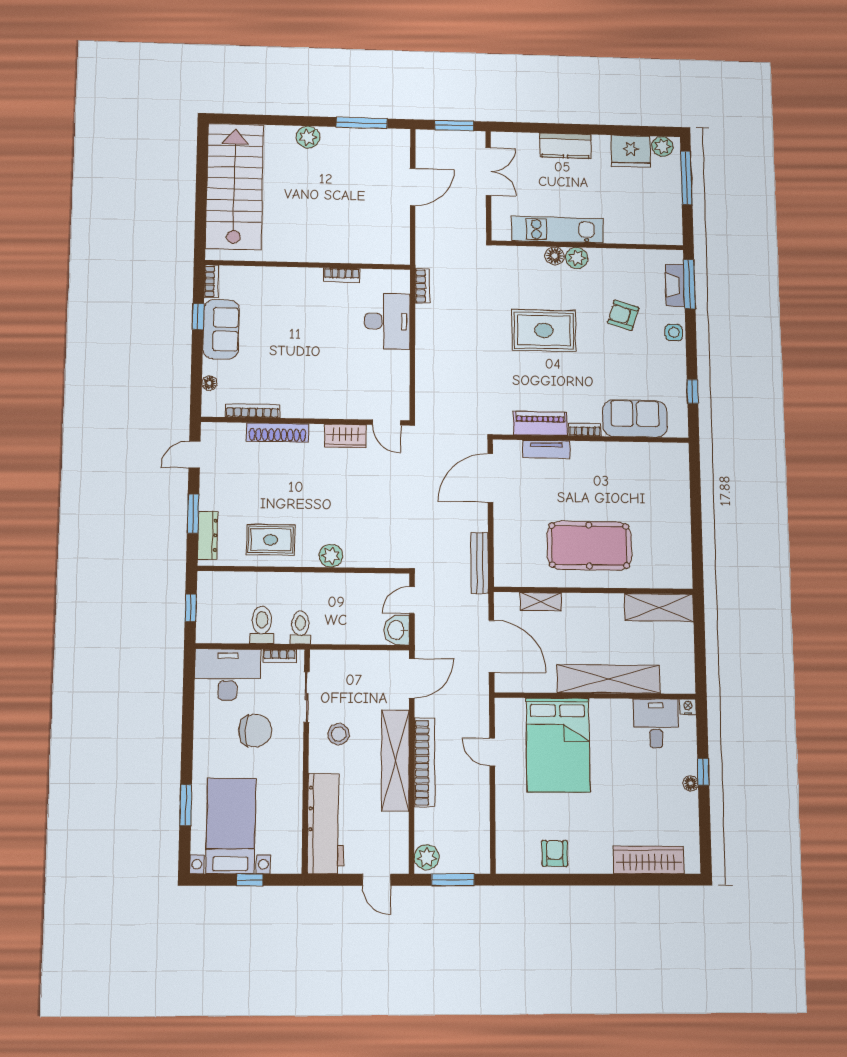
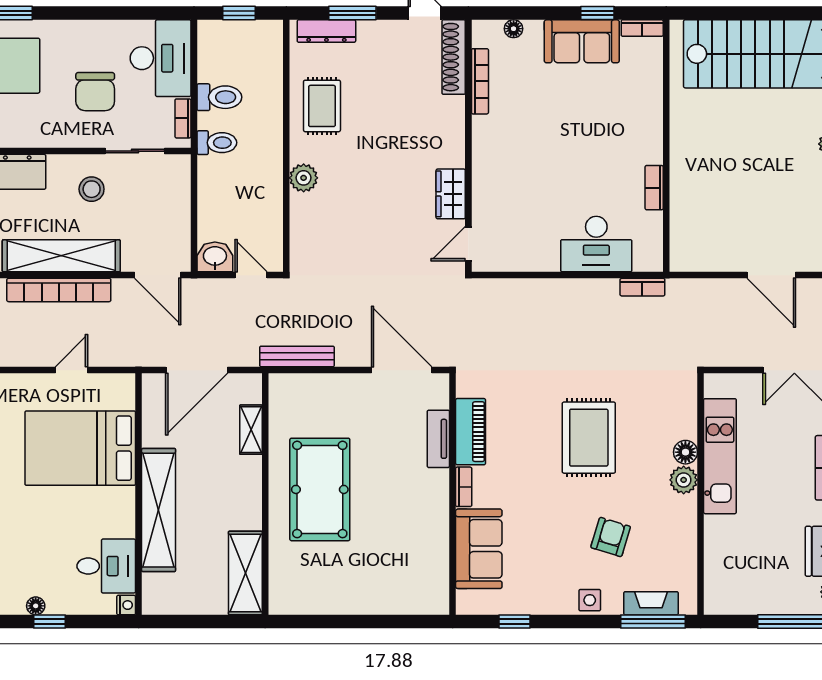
shoe rack: (278, 432) -> (454, 57), moved

